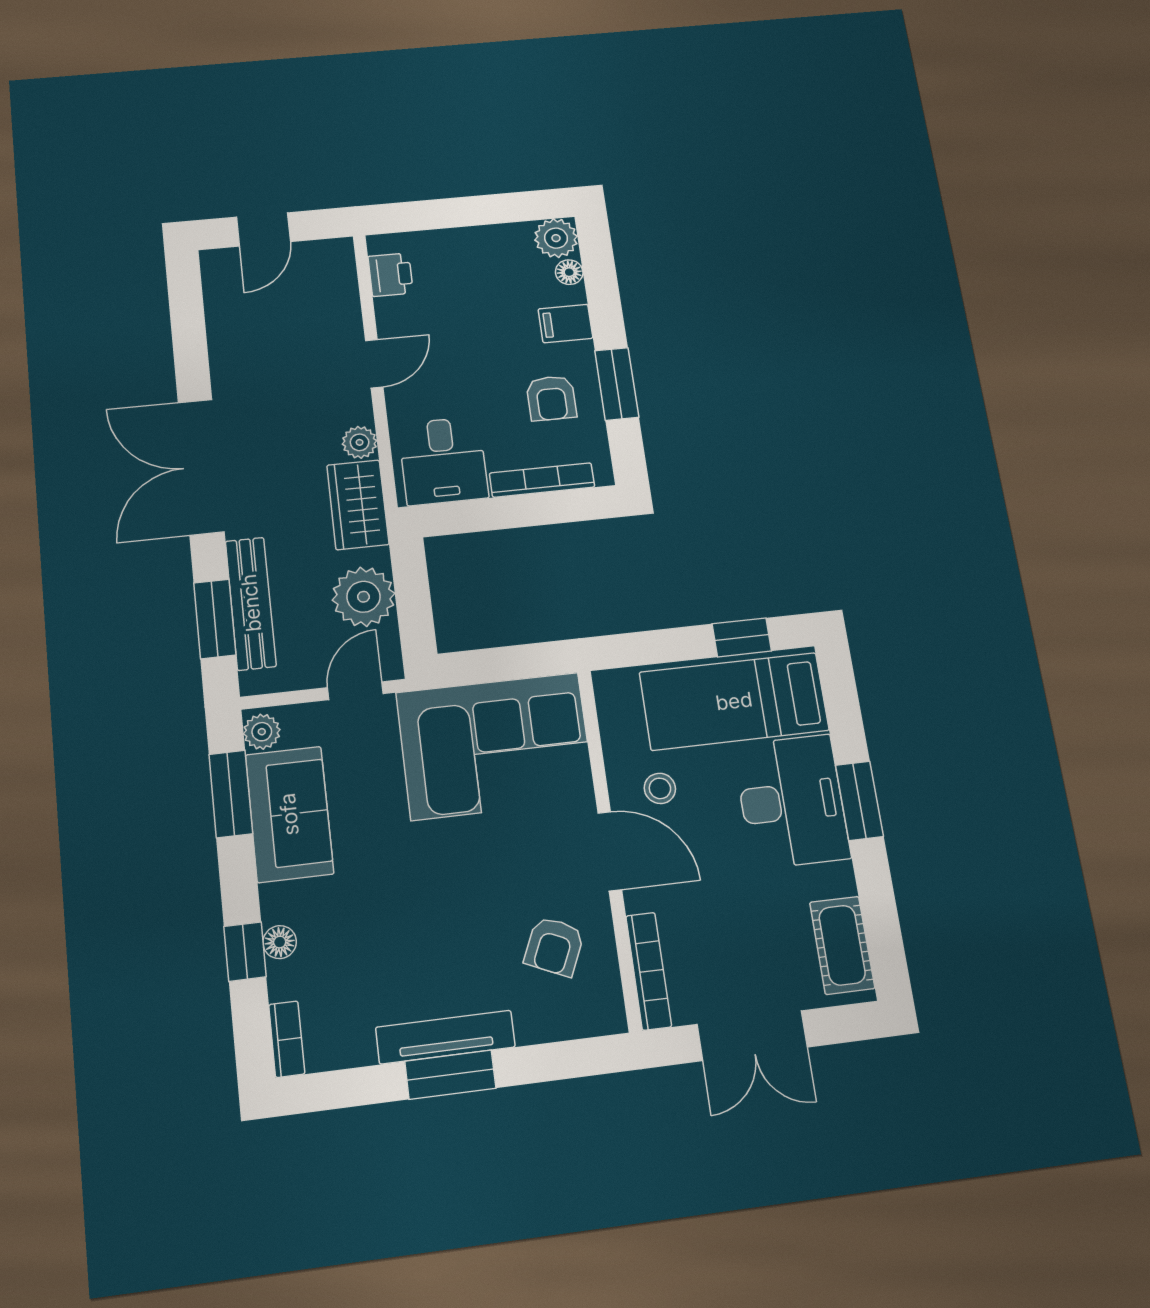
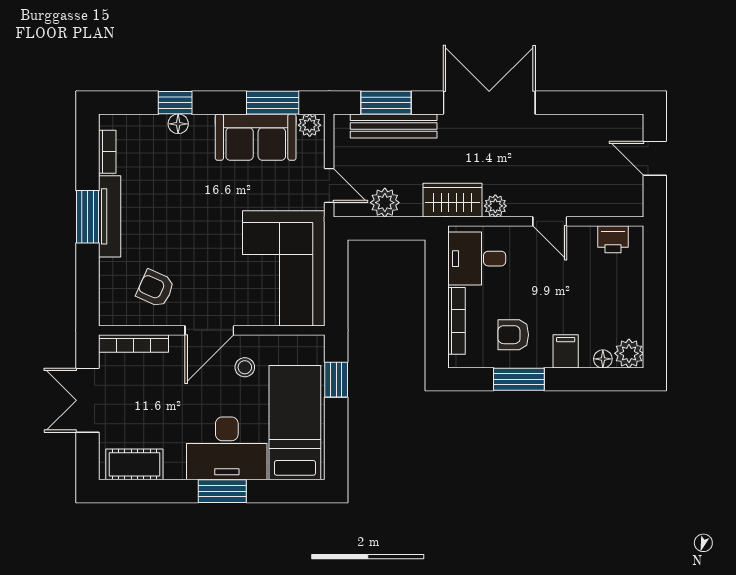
plant: (363, 597) -> (385, 203), width x0.73, depth x0.73
window: (742, 637) -> (336, 380), moved
bookcase: (287, 1039) -> (107, 152), moved, turned -90

